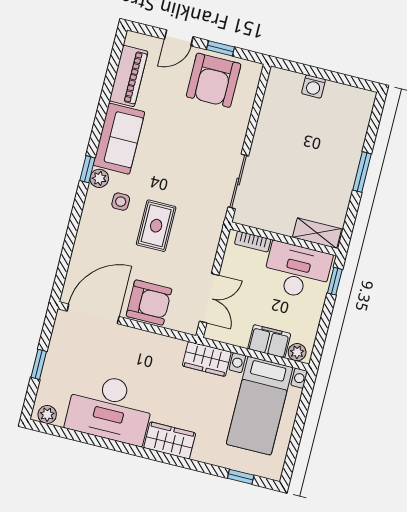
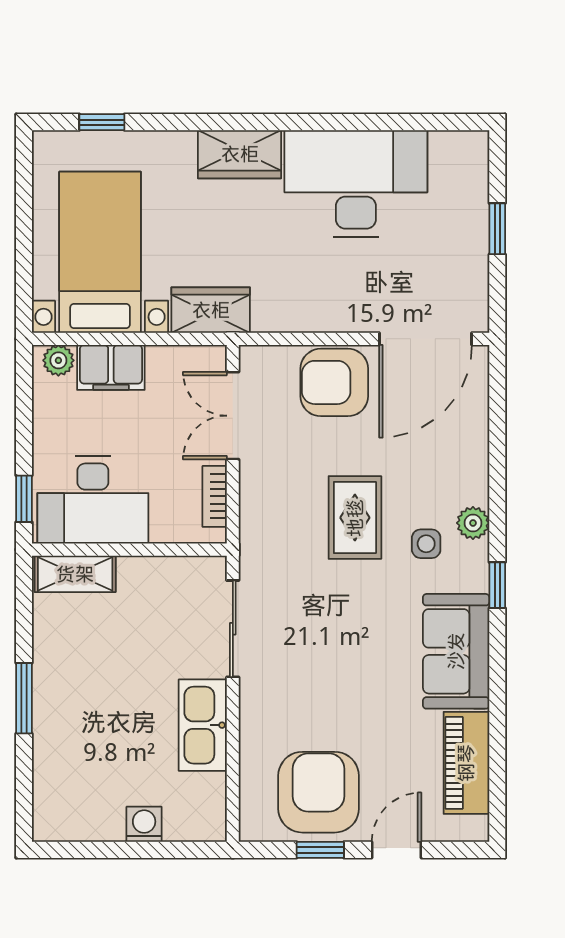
kitchen sink: (268, 133) -> (203, 725), added
plant: (99, 178) -> (473, 523), moved
bookcase: (253, 242) -> (215, 496), moved, turned -90
plant: (47, 415) -> (461, 146), removed

